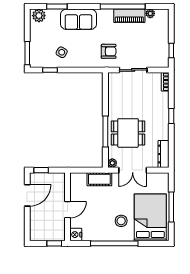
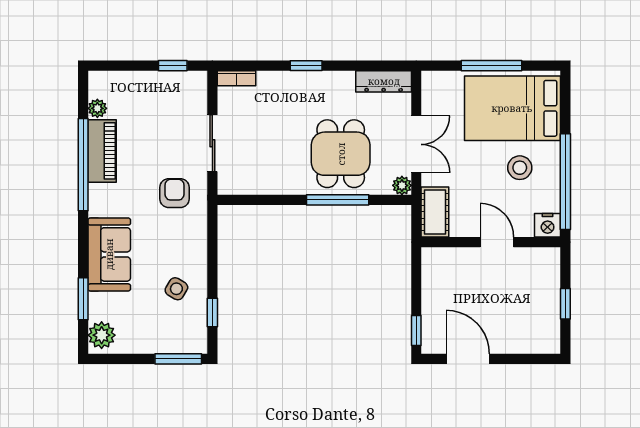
wall: (68, 207) -> (491, 242), moved
door: (68, 210) -> (497, 242), moved
nightstand: (76, 235) -> (548, 225), moved

